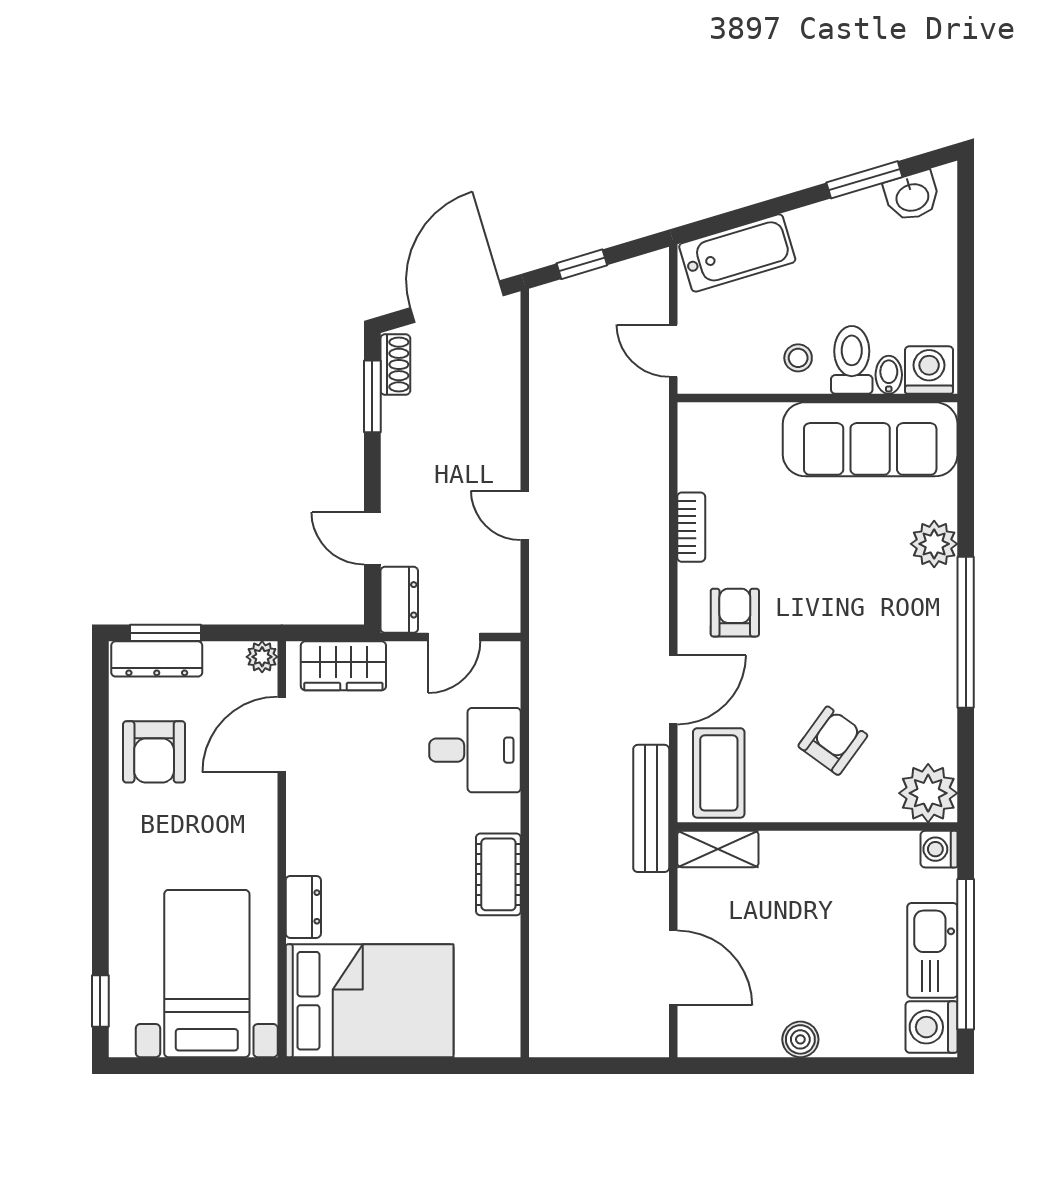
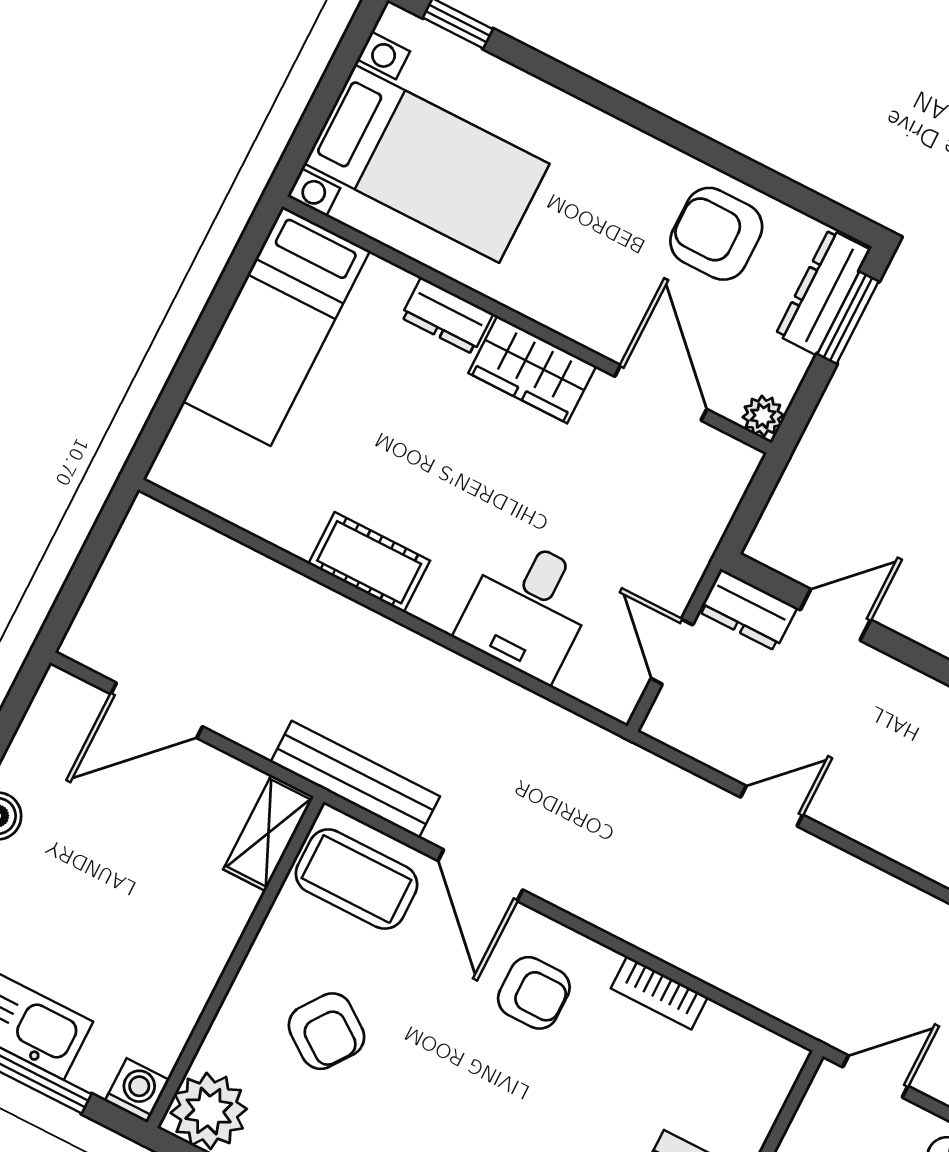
wardrobe: (343, 666) -> (532, 370), moved, turned -90
bed: (370, 1001) -> (276, 326), width x0.67

